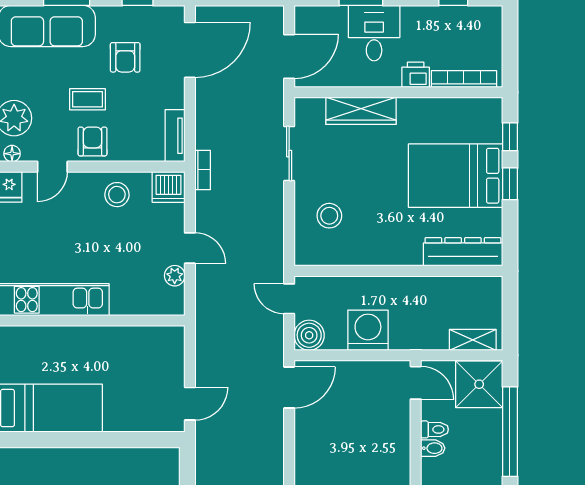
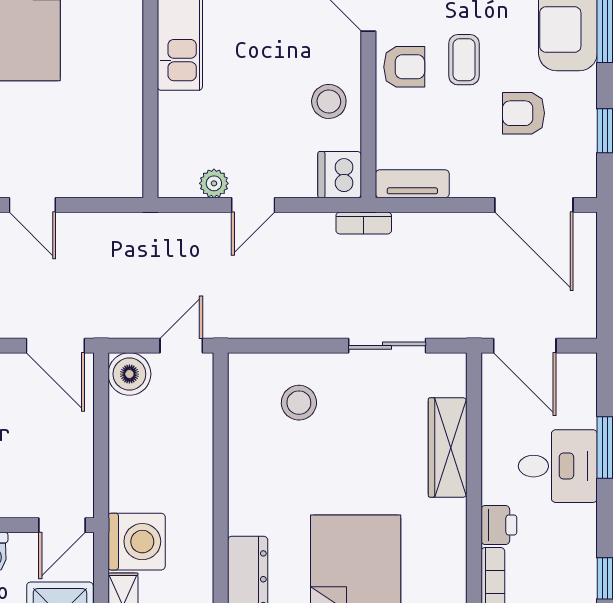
washing machine: (368, 330) -> (137, 542), moved

